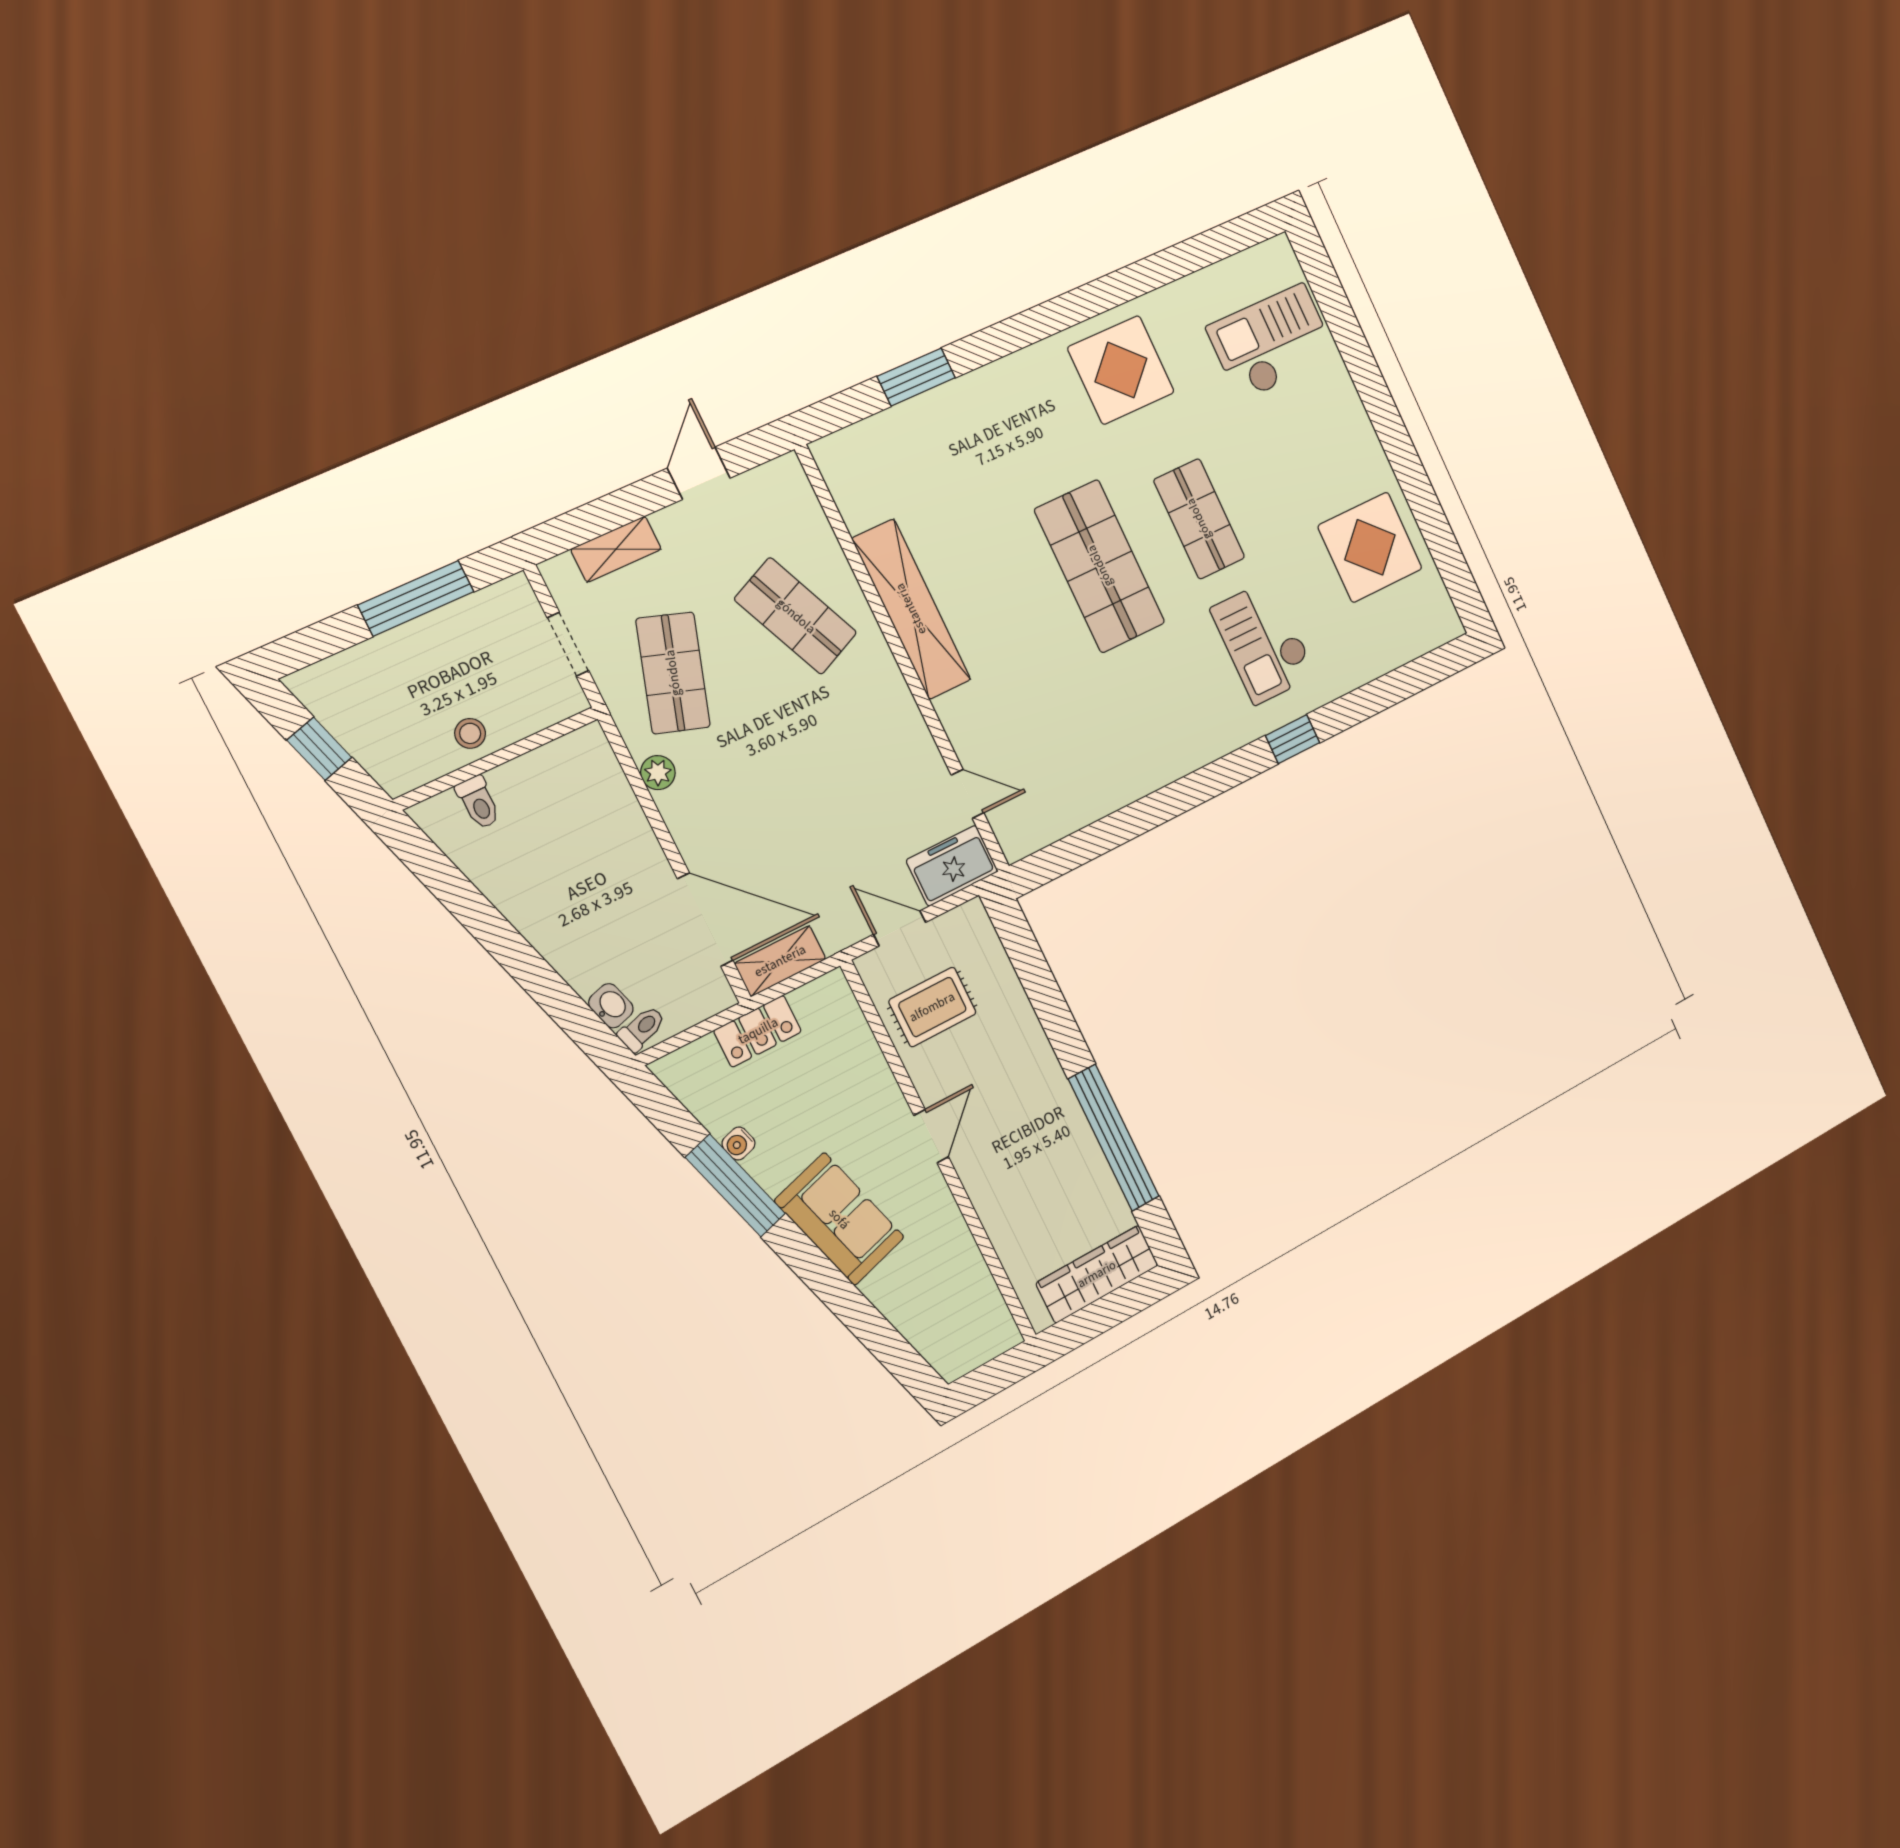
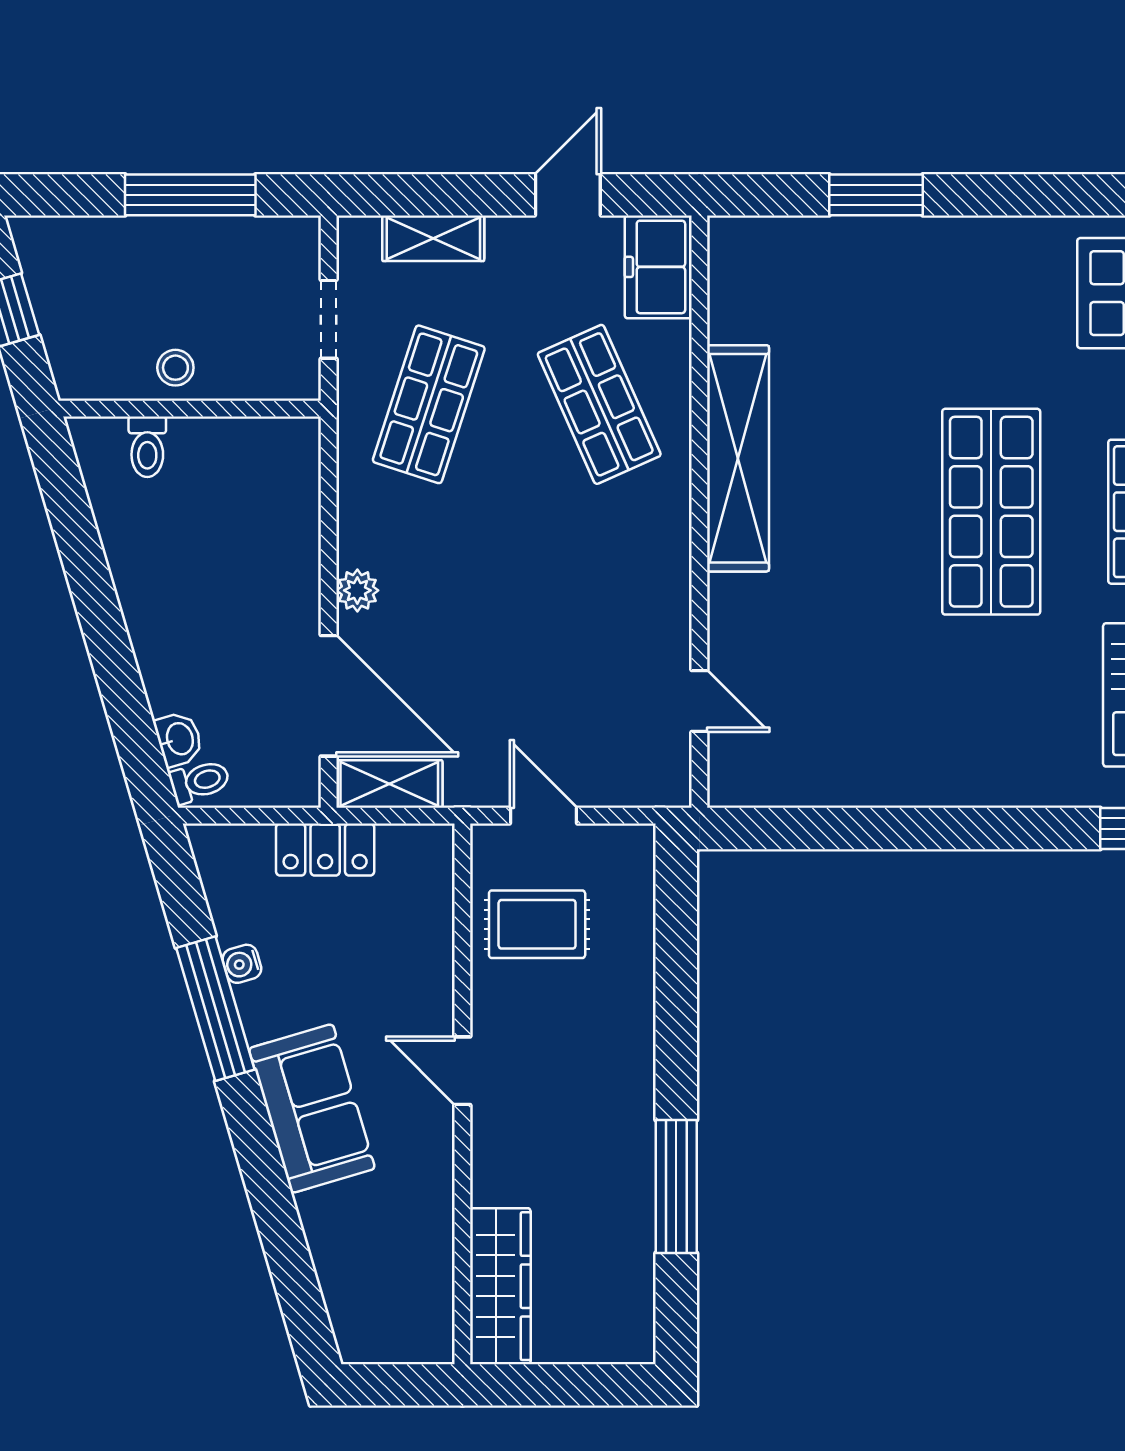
plant: (658, 773) -> (357, 590), moved
freezer: (952, 866) -> (658, 267), moved, turned -90
door: (931, 1136) -> (462, 1071), swing flipped
window: (1114, 1138) -> (676, 1187), width x0.68
wardrobe: (1097, 1274) -> (500, 1286), moved, turned 90

